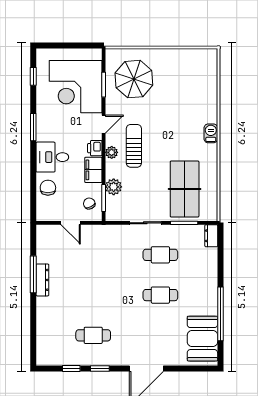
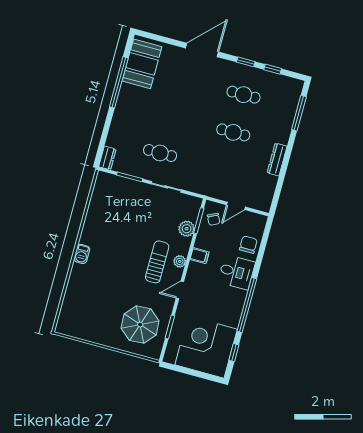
corner desk: (76, 87) -> (206, 347), moved, turned -90
window: (33, 127) -> (247, 305), width x2.11
sun lounger: (134, 146) -> (157, 262), turned 180
printer: (95, 148) -> (194, 270), removed
filing cabinet: (93, 170) -> (200, 256), width x0.50
chair: (48, 188) -> (248, 245), turned 180
table tennis table: (185, 189) -> (121, 209), removed
door: (71, 223) -> (236, 206), swing flipped
window: (33, 274) -> (299, 113), moved
cafe table: (160, 295) -> (233, 132), moved

